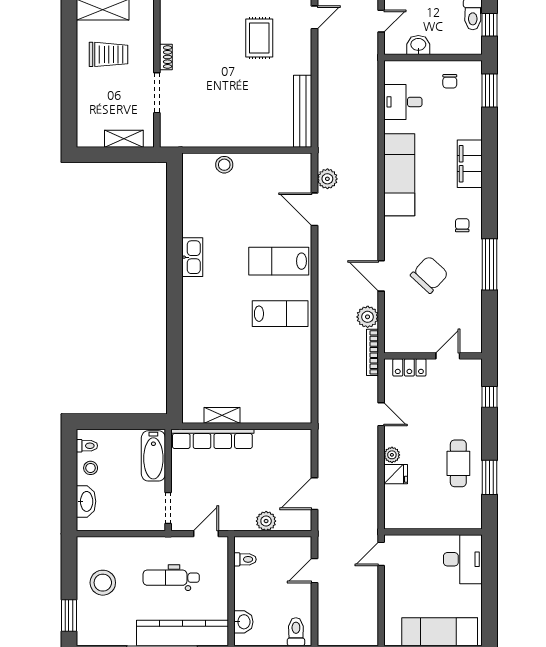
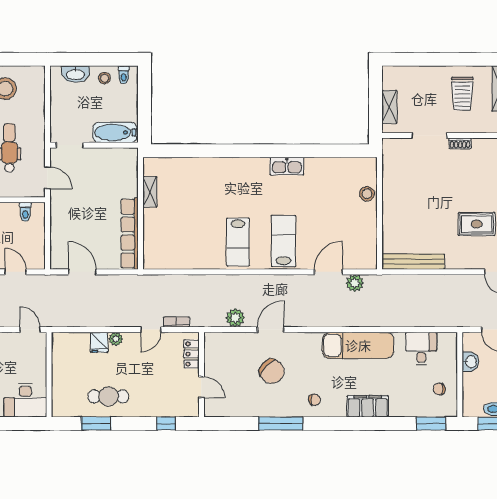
bookcase: (372, 352) -> (176, 322), moved, width x0.64
row of seats: (212, 439) -> (130, 234), moved
plant: (266, 521) -> (58, 230), removed

